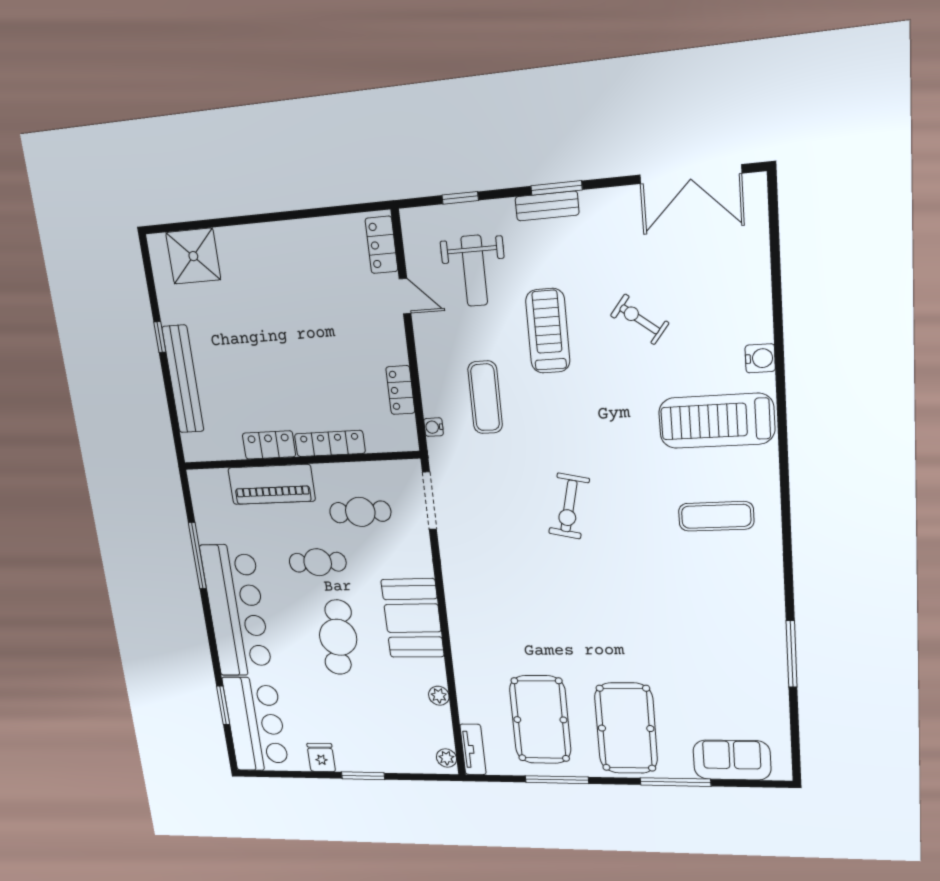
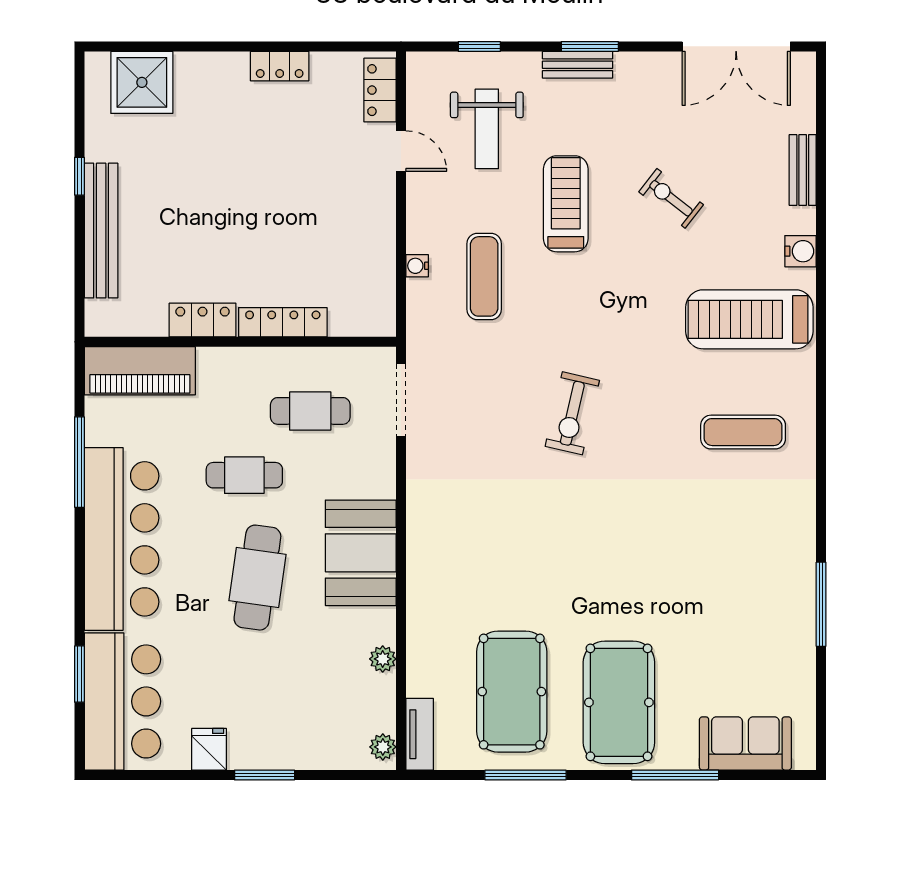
bench: (759, 284) -> (803, 170), added
locker: (400, 390) -> (280, 66), moved, turned -90
water cooler: (434, 427) -> (417, 266), moved
piano: (272, 484) -> (140, 371), moved

